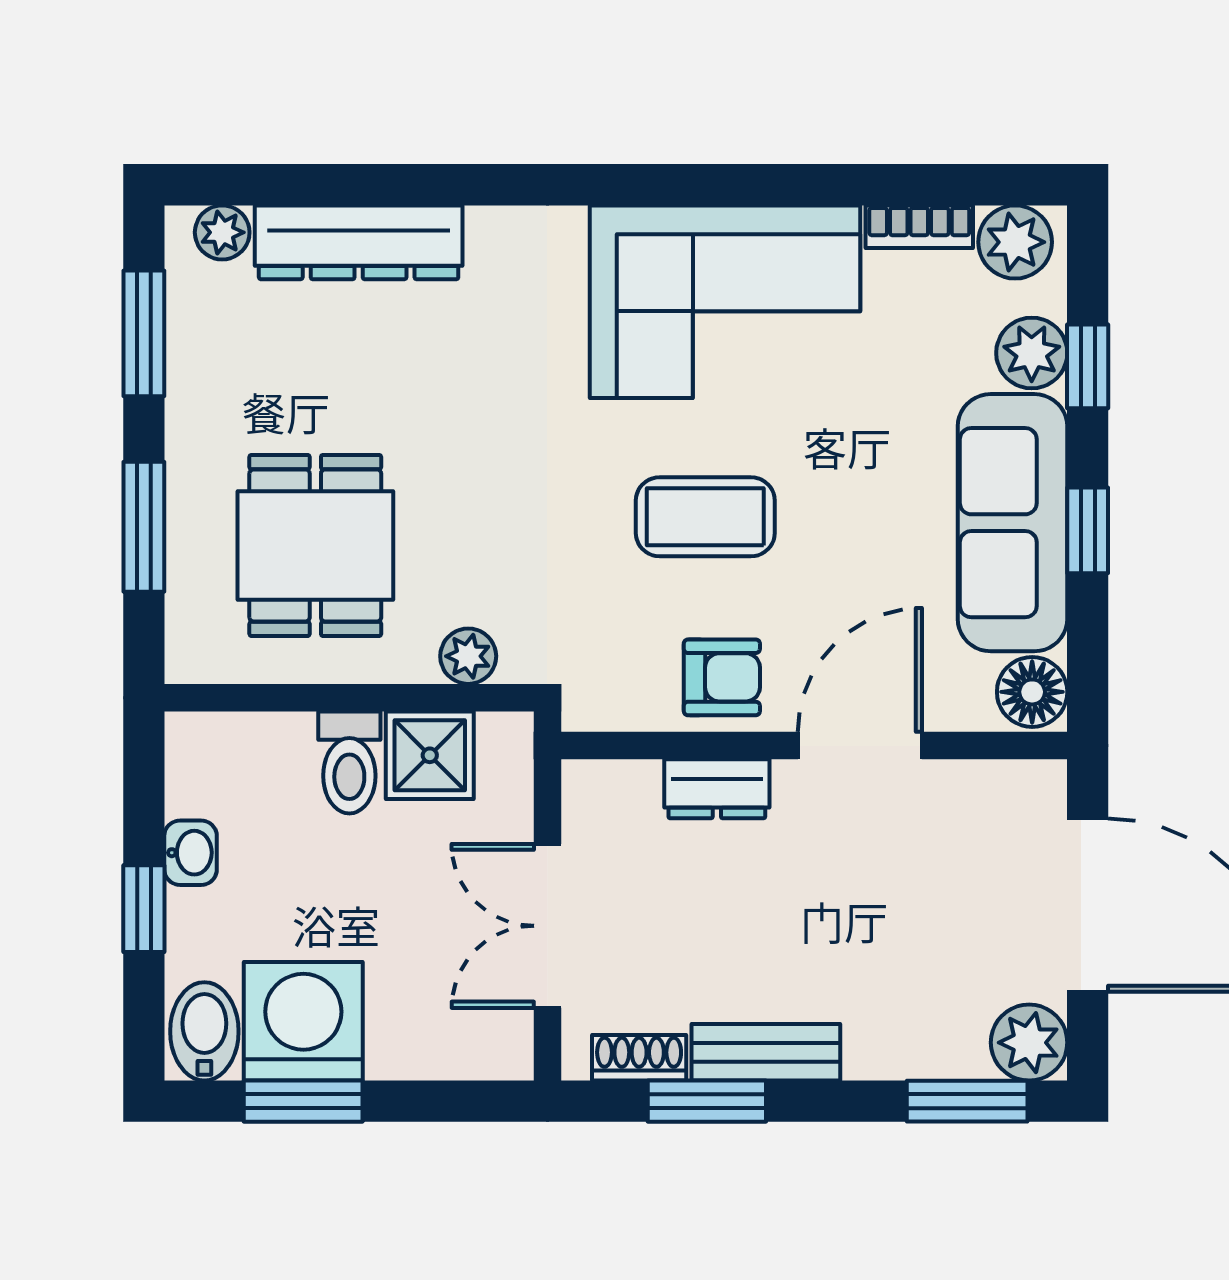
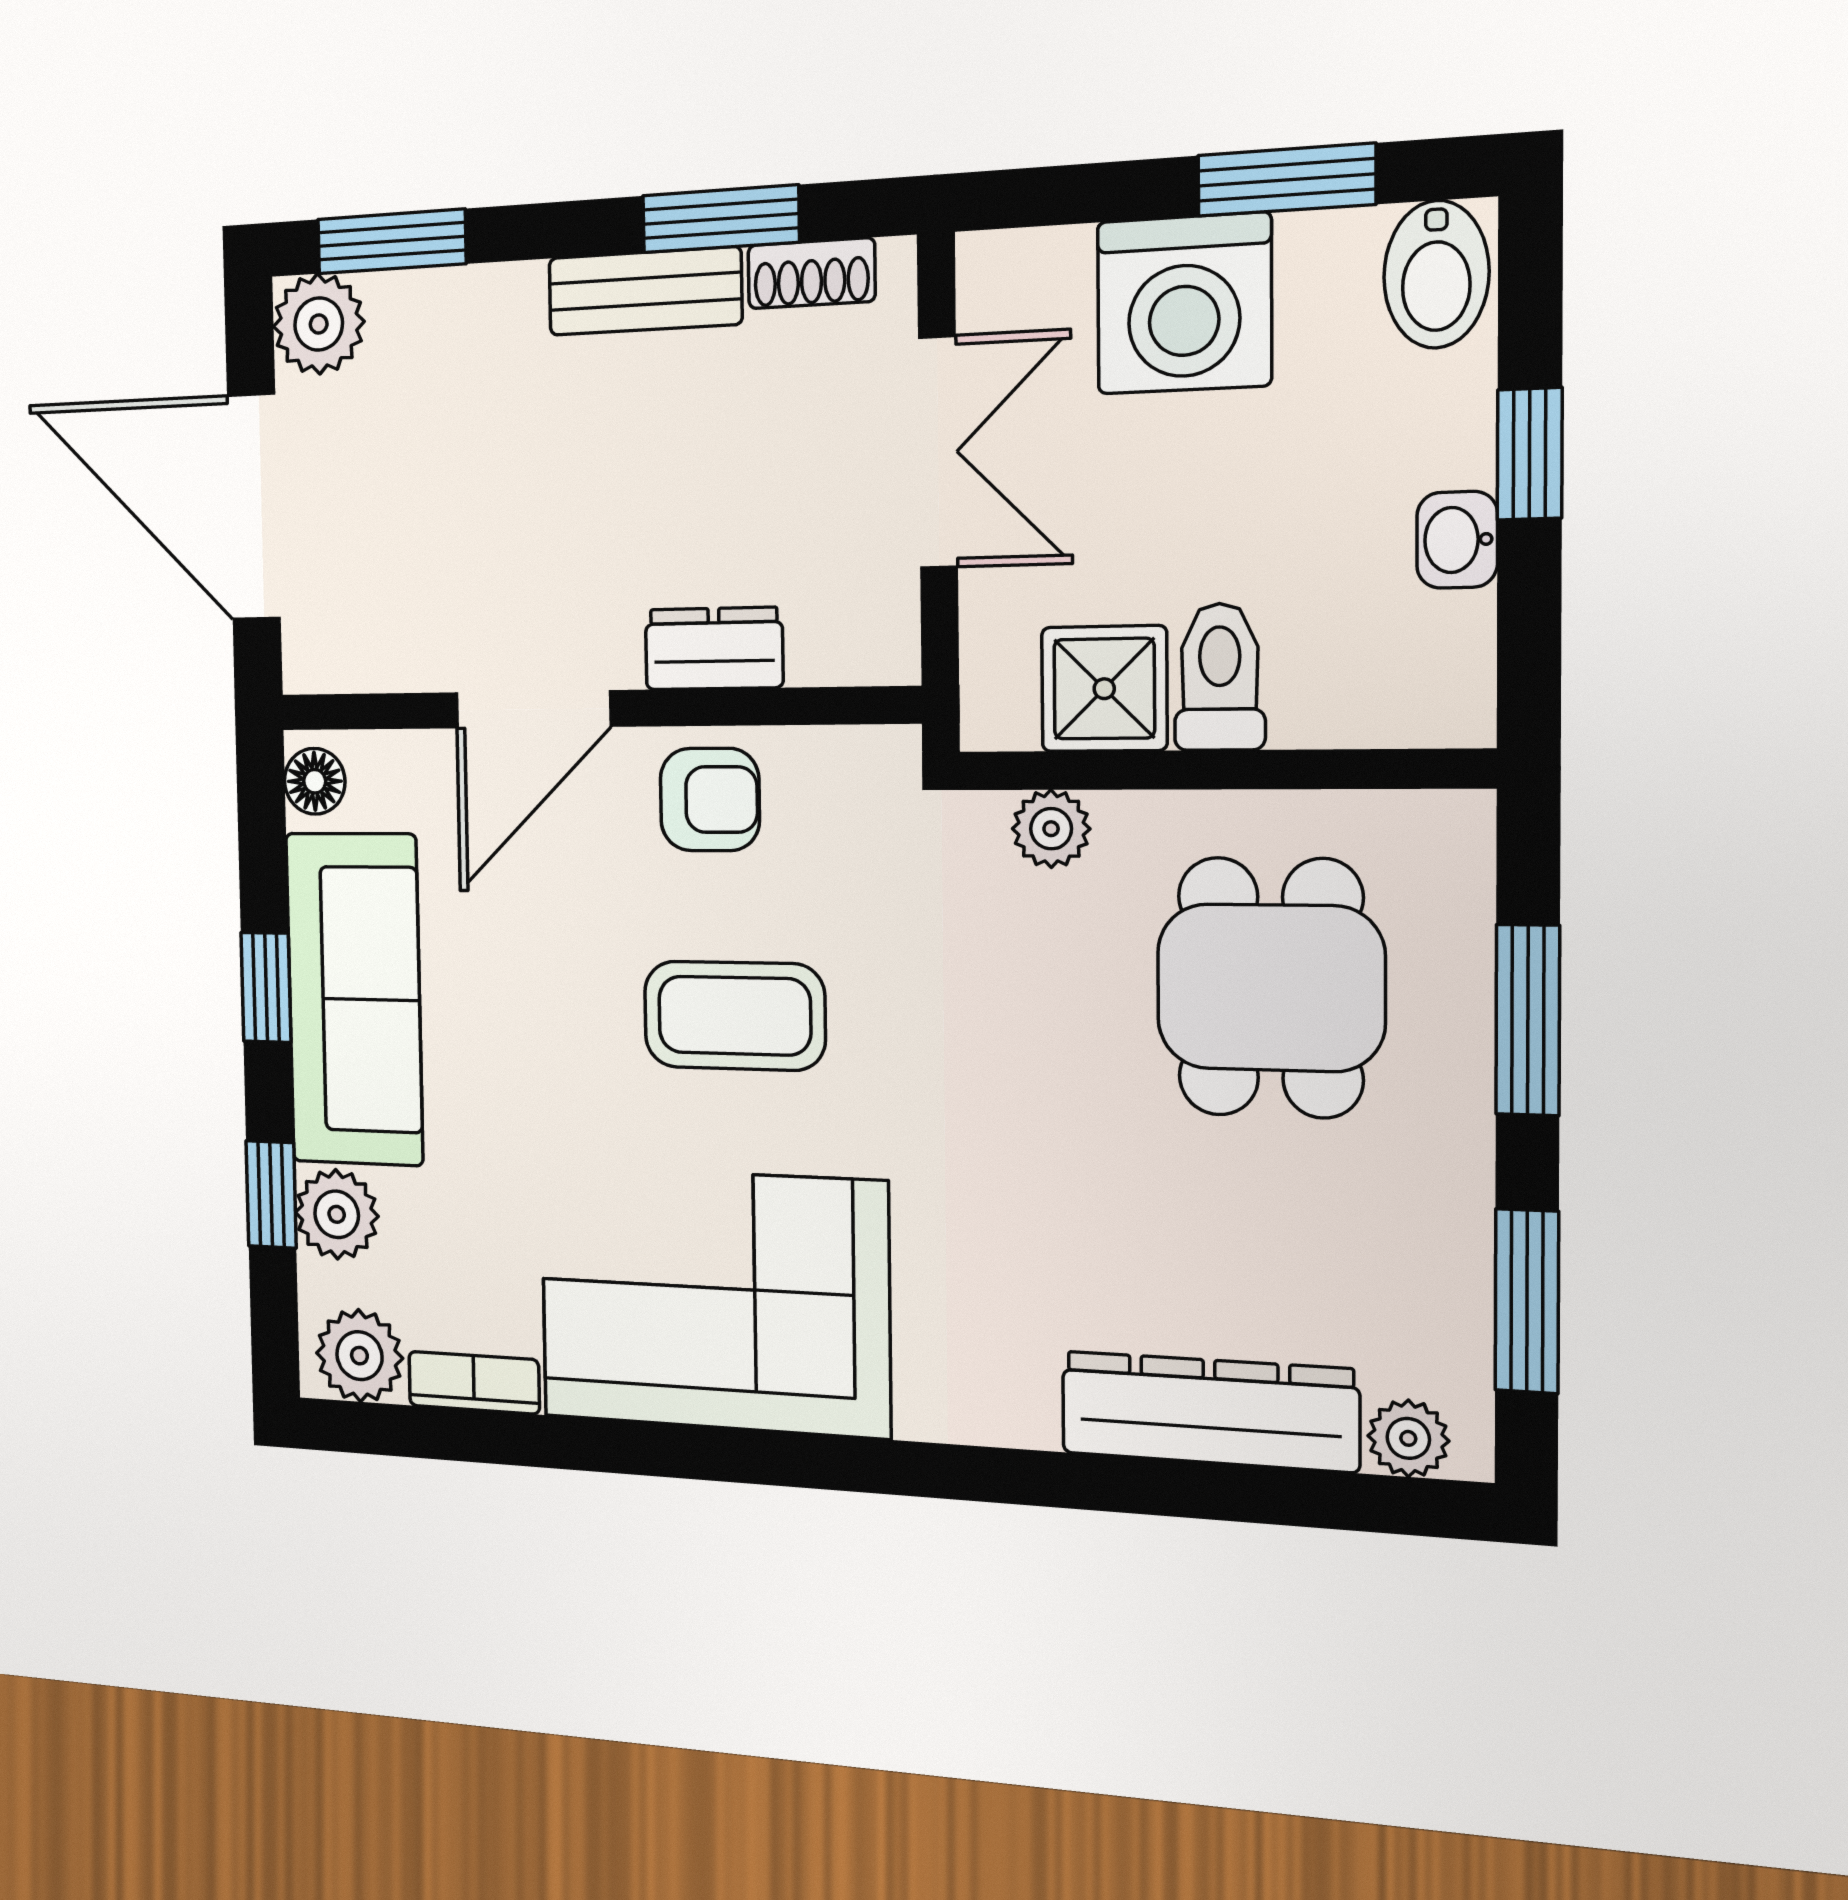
armchair: (722, 677) -> (710, 800), turned 180
floor lamp: (1032, 692) -> (315, 781), width x0.73, depth x0.73
washing machine: (303, 1021) -> (1184, 304), moved

